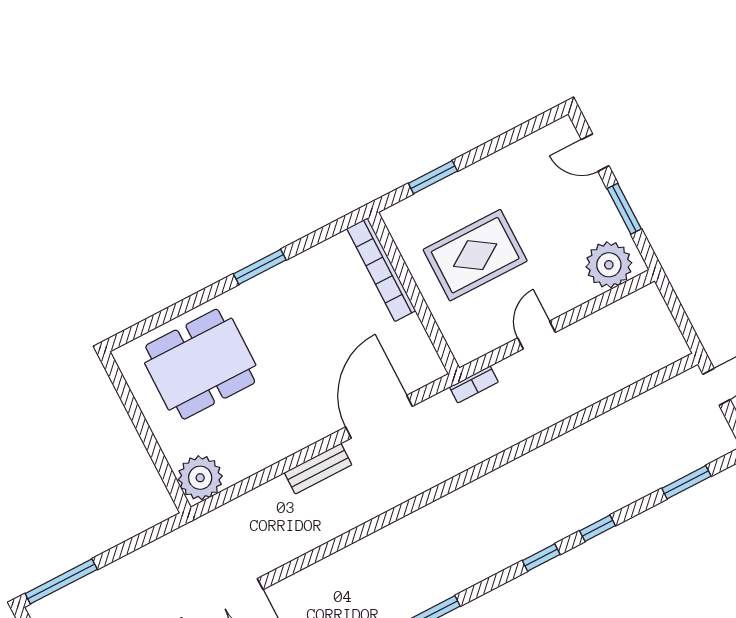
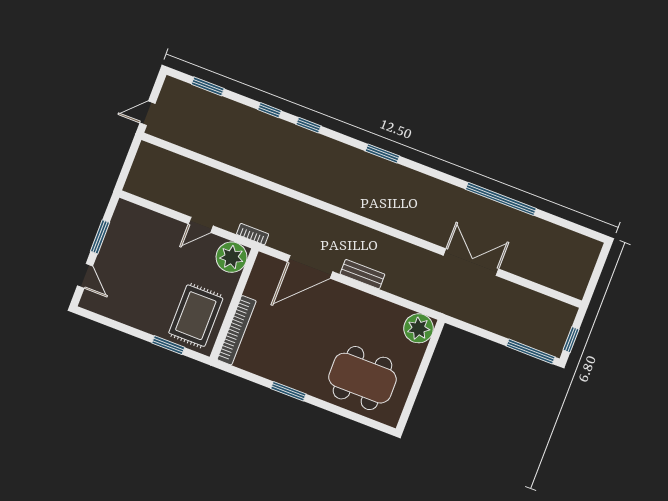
rug: (475, 255) -> (196, 316), moved, turned 90
plant: (609, 265) -> (231, 257), moved

